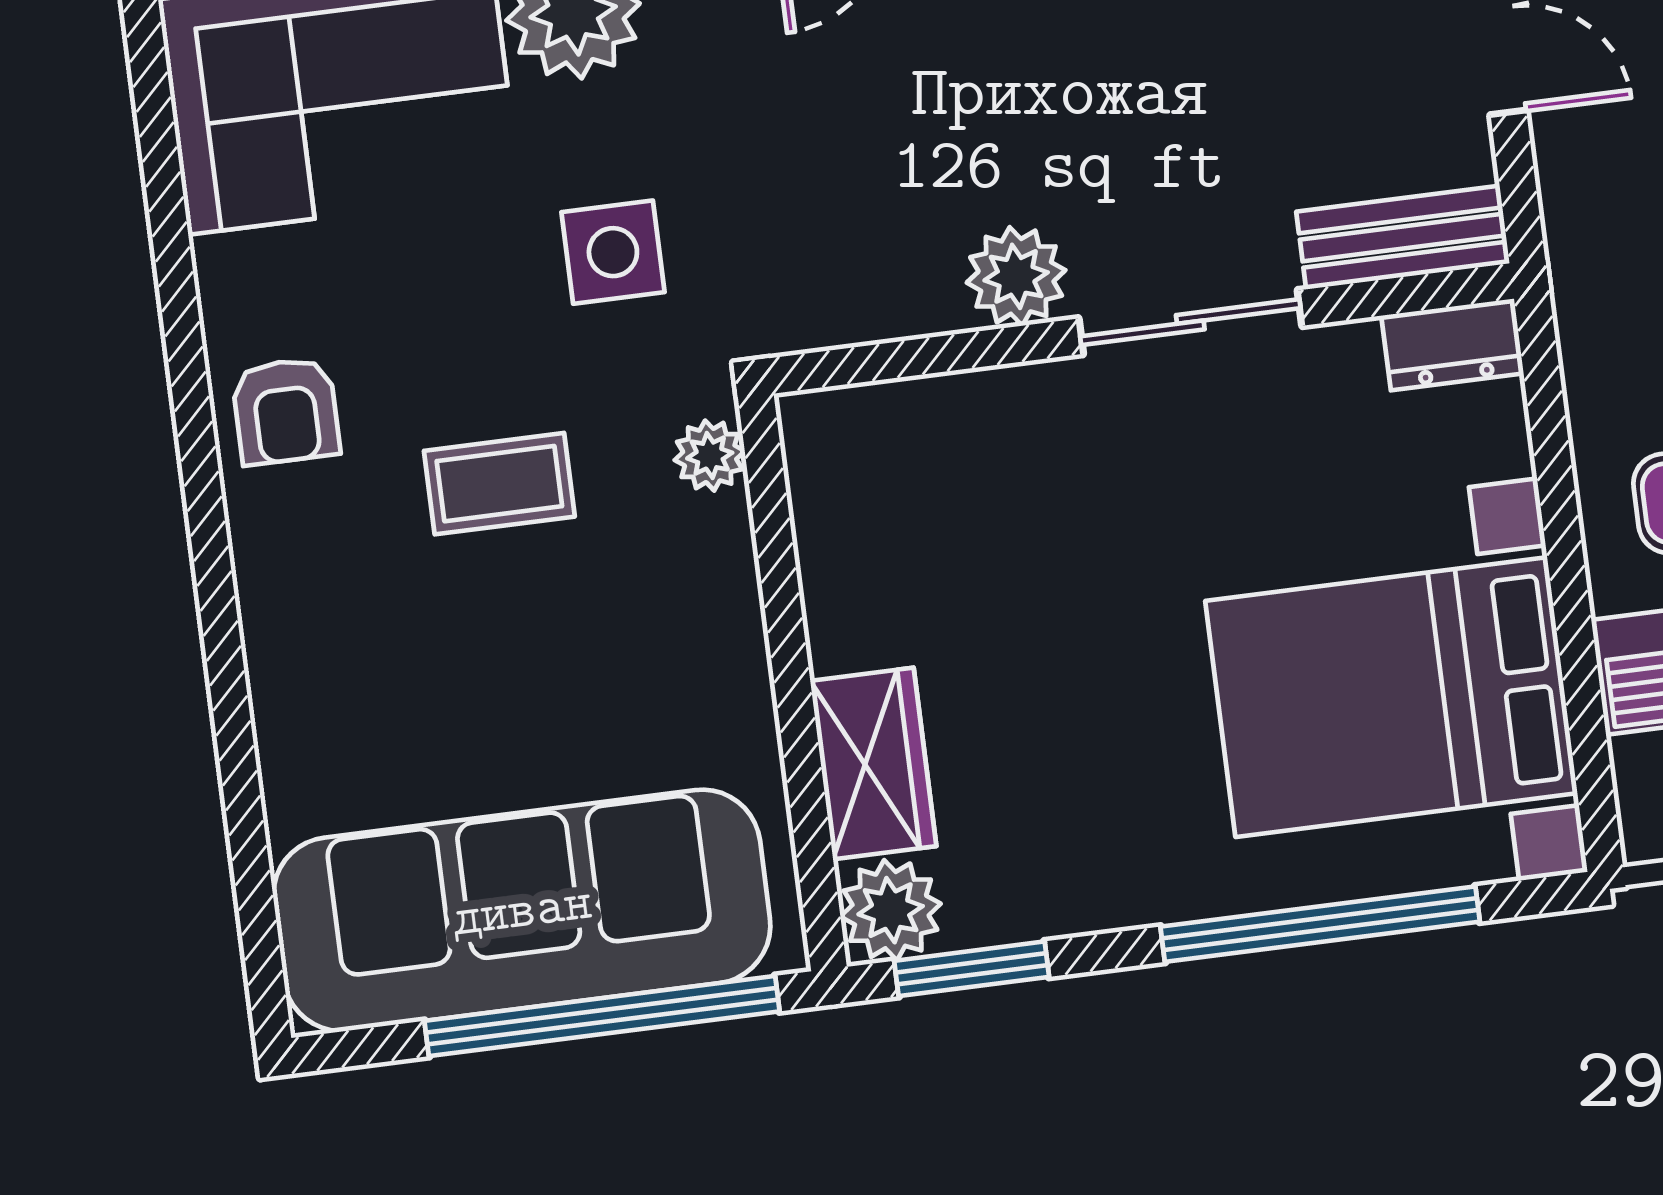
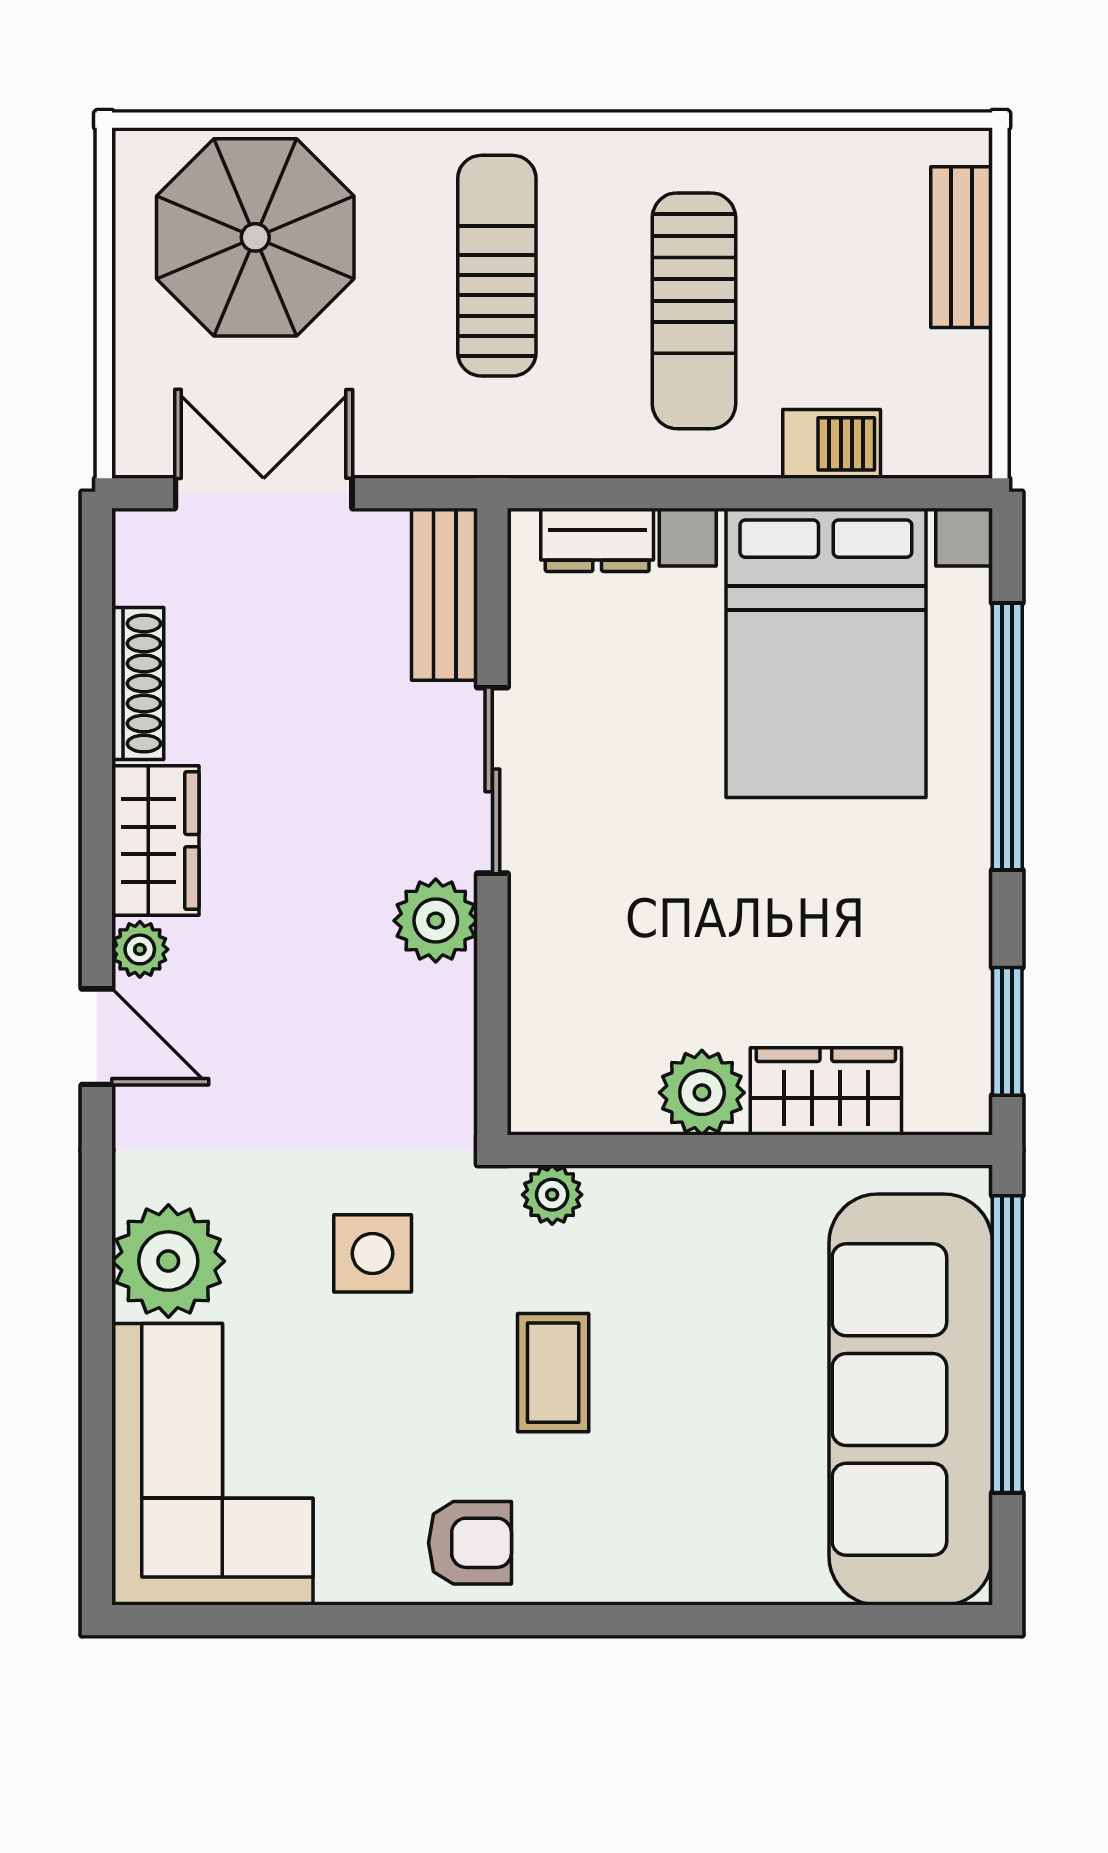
dresser: (1453, 345) -> (597, 540), moved, turned 90
plant: (891, 910) -> (702, 1093), moved

